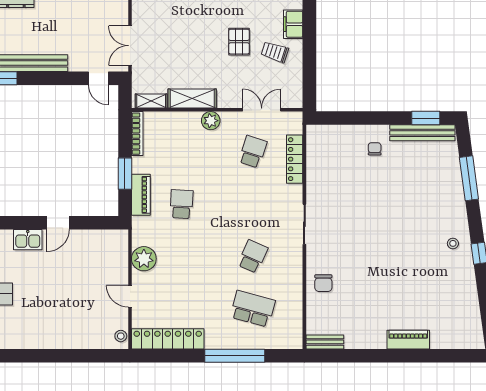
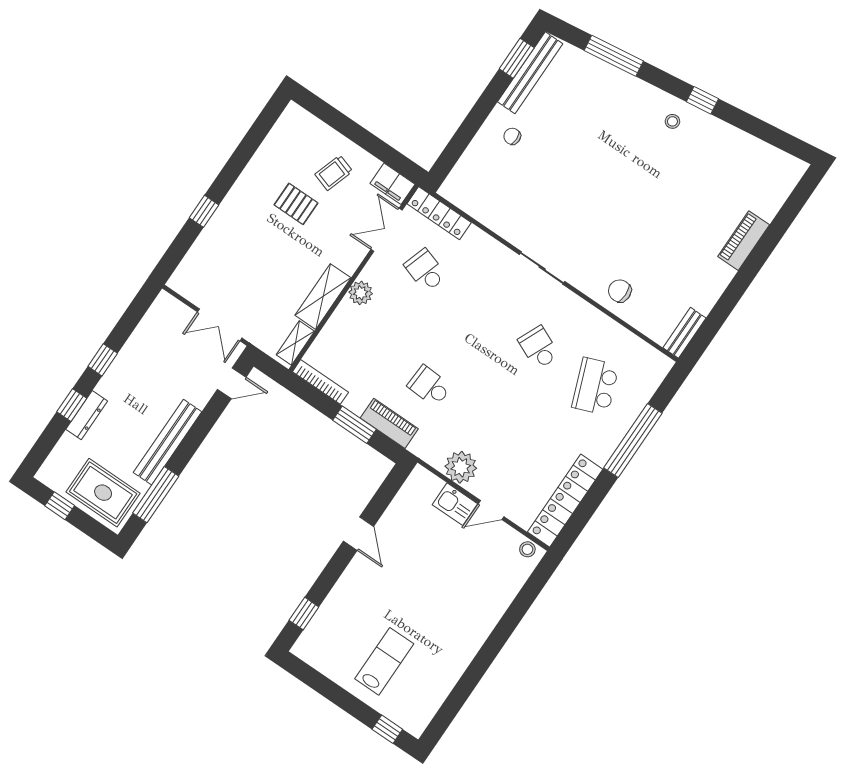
filing cabinet: (293, 24) -> (393, 184), moved
locker: (295, 159) -> (439, 213), moved
kitchen sink: (28, 240) -> (455, 504), moved, turned 90
chair: (323, 283) -> (620, 291), turned 180
school desk: (253, 309) -> (595, 386), turned -36

